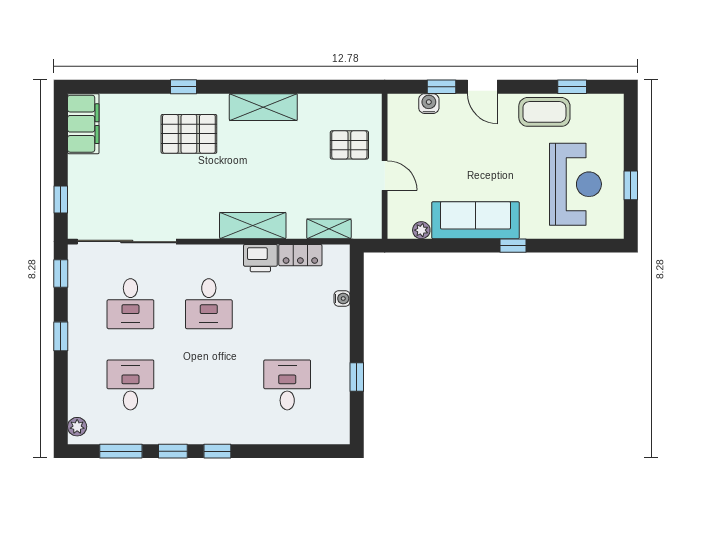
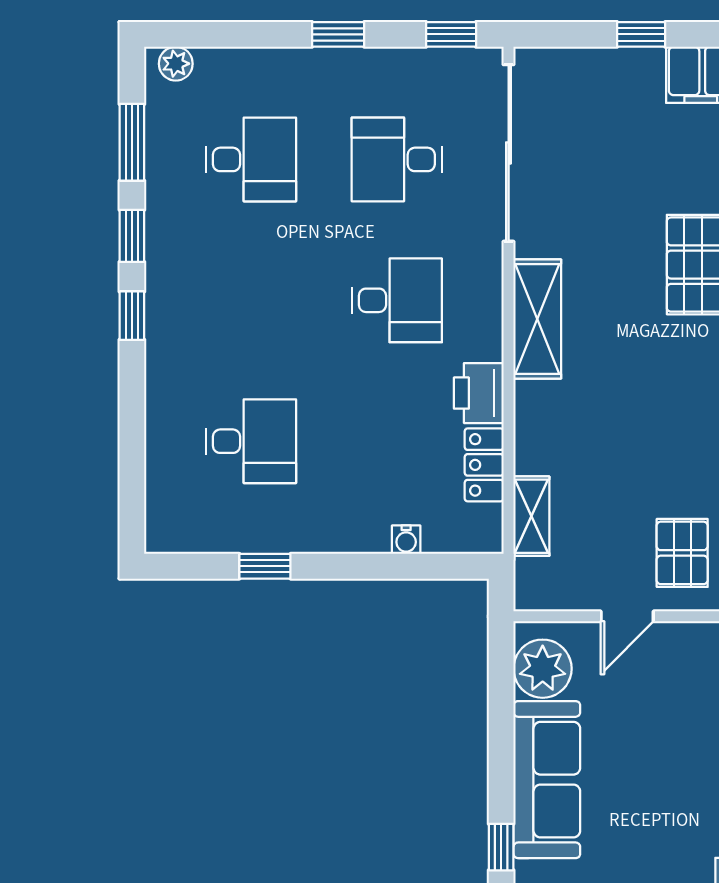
window: (61, 199) -> (641, 34), moved
shelving: (253, 226) -> (537, 319), moved
plant: (421, 230) -> (543, 669), width x1.88, depth x1.88
desk: (209, 304) -> (397, 300), turned 180

